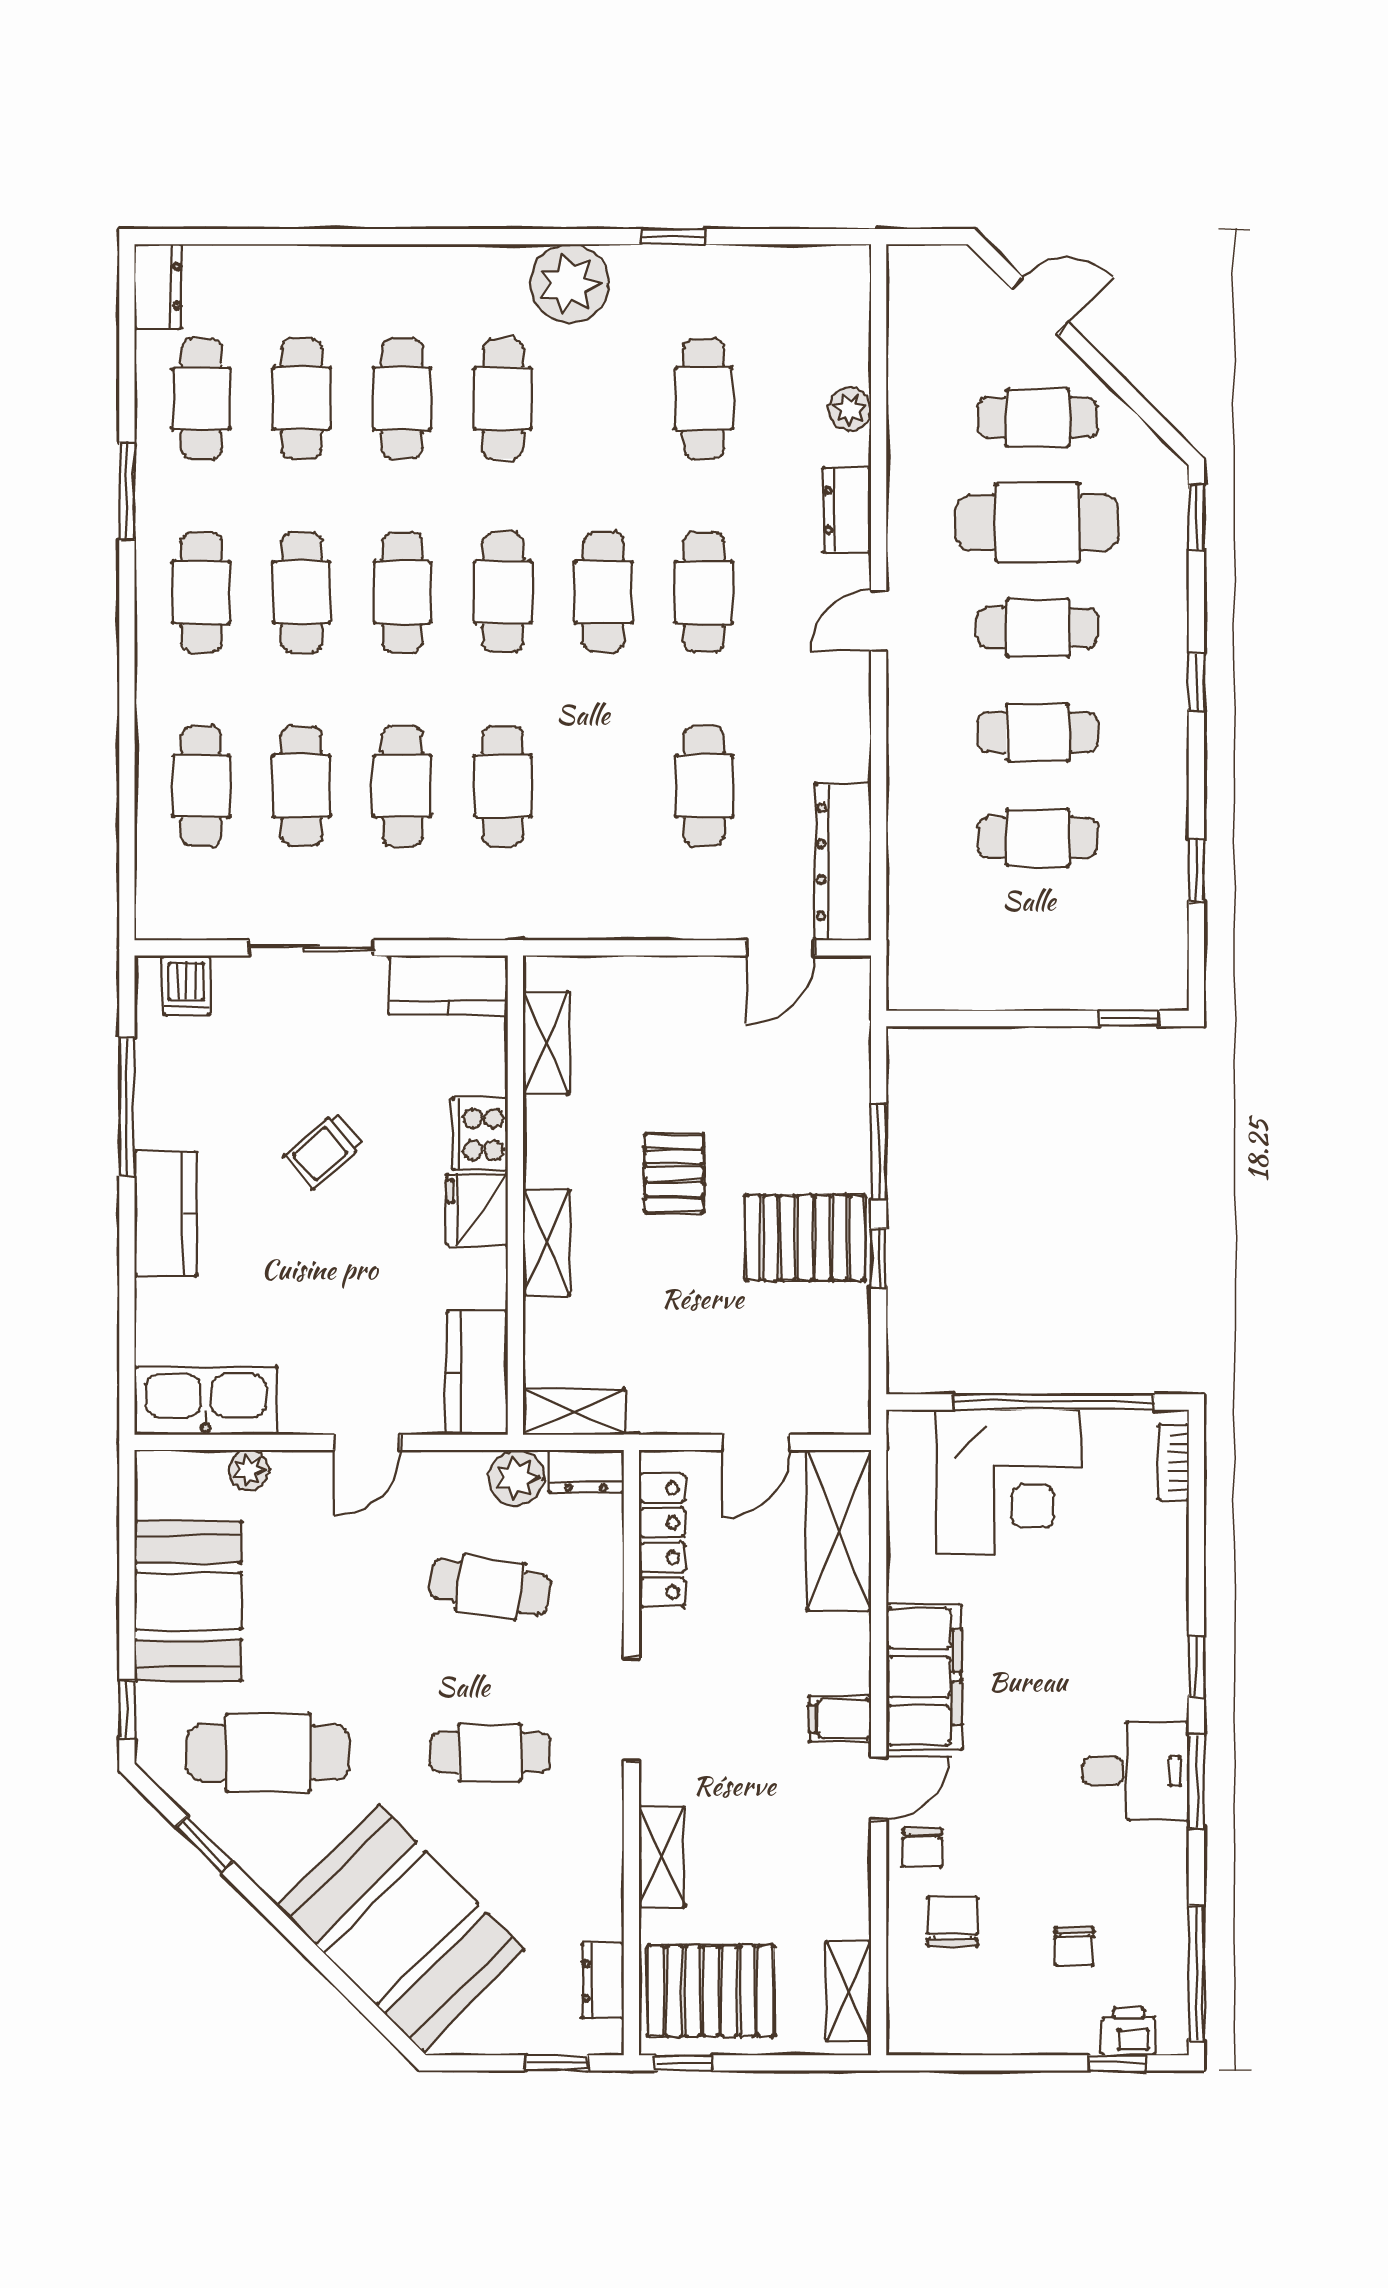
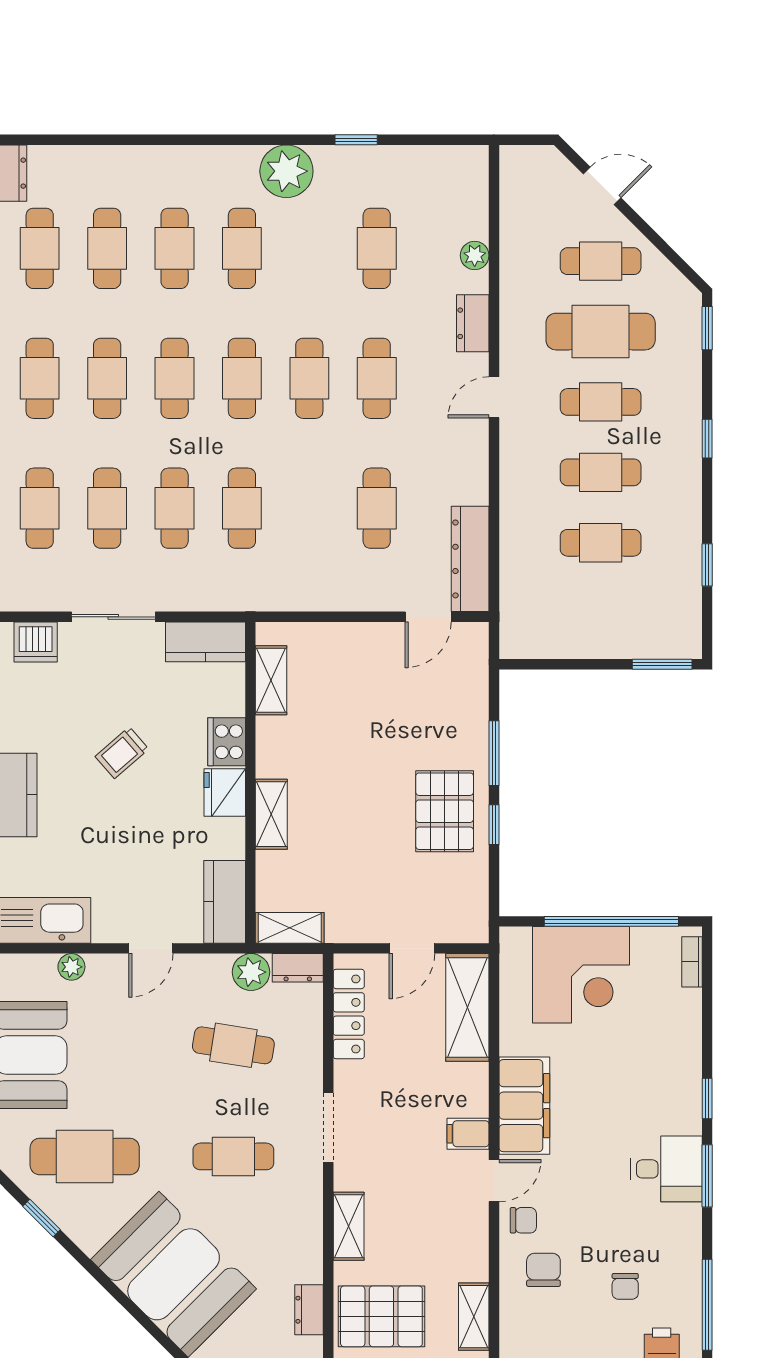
dishwasher: (186, 985) -> (36, 642), width x1.38
window: (1129, 1019) -> (662, 664), width x1.50
pallet: (674, 1173) -> (357, 768), removed
pallet: (805, 1238) -> (445, 811), turned 90
chair: (922, 1848) -> (523, 1220), turned -90

